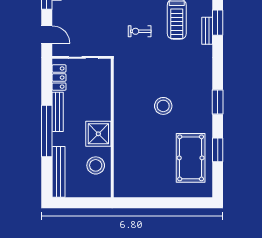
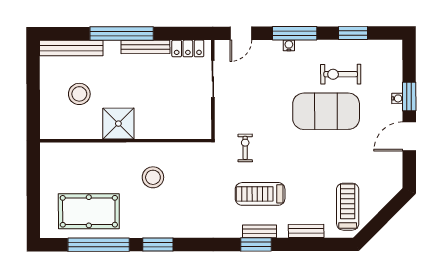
bench: (207, 31) -> (260, 231), moved
wall: (112, 128) -> (126, 141), moved
shower: (98, 134) -> (118, 124), moved
window: (218, 150) -> (99, 245), width x2.11

